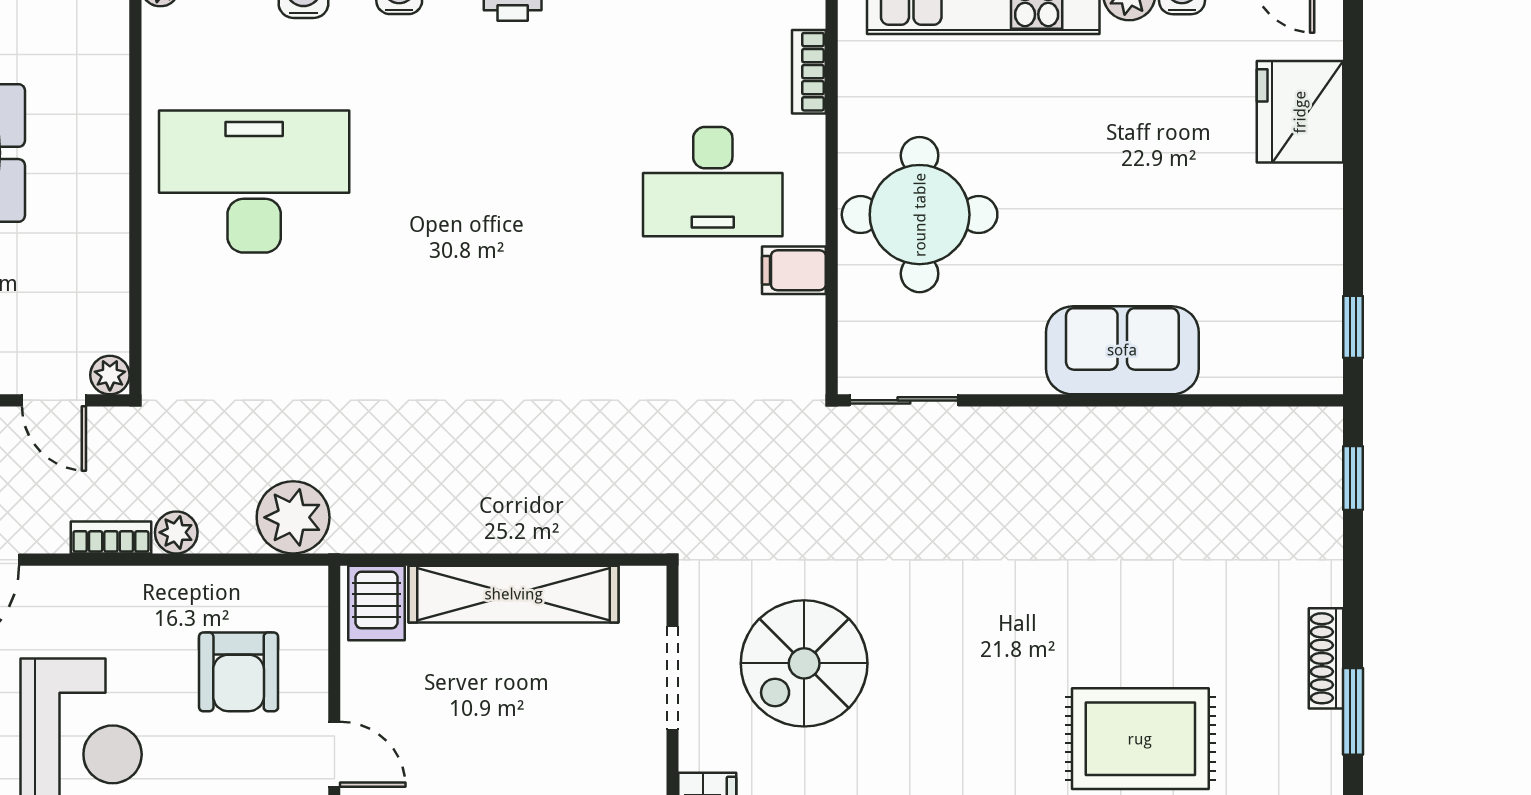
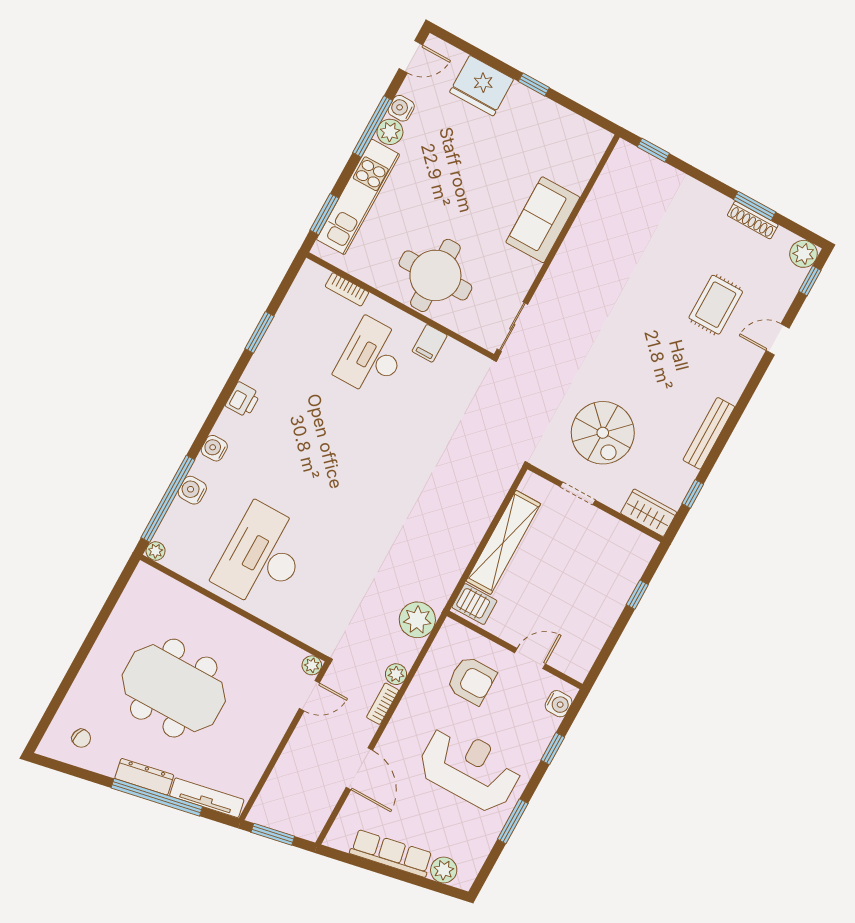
desk: (713, 182) -> (372, 357), turned 180
window: (1353, 327) -> (534, 84), moved
shoe rack: (1326, 658) -> (753, 220), moved
doorway: (673, 678) -> (578, 493), width x0.73
rug: (1140, 739) -> (716, 305), width x0.73, depth x0.70

